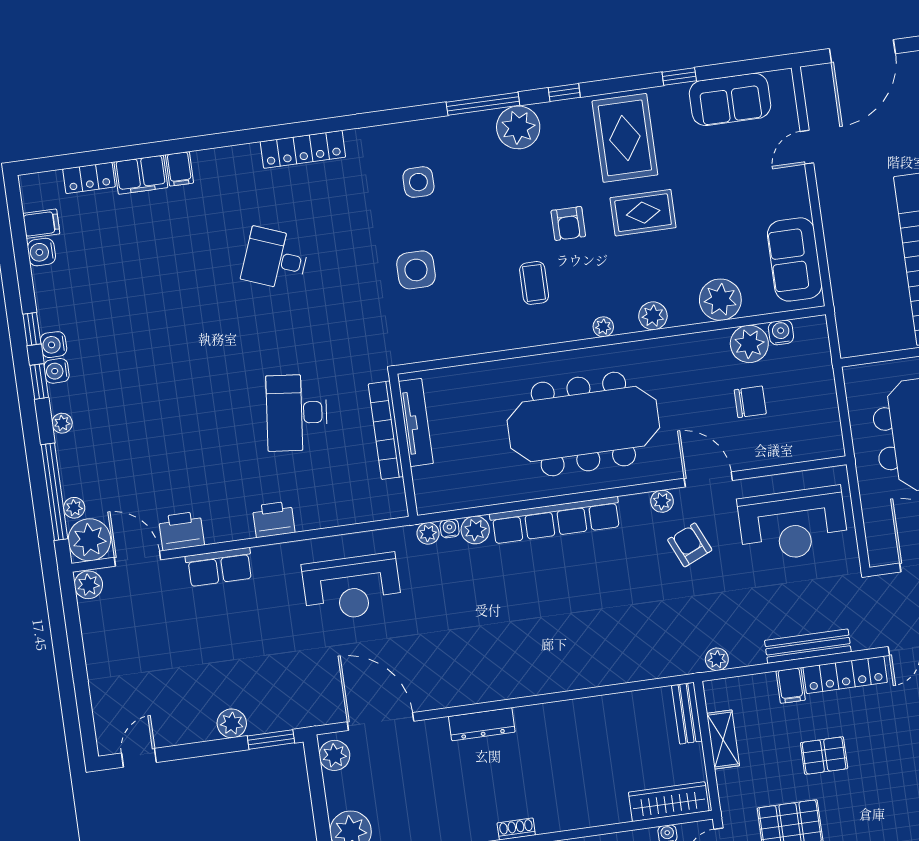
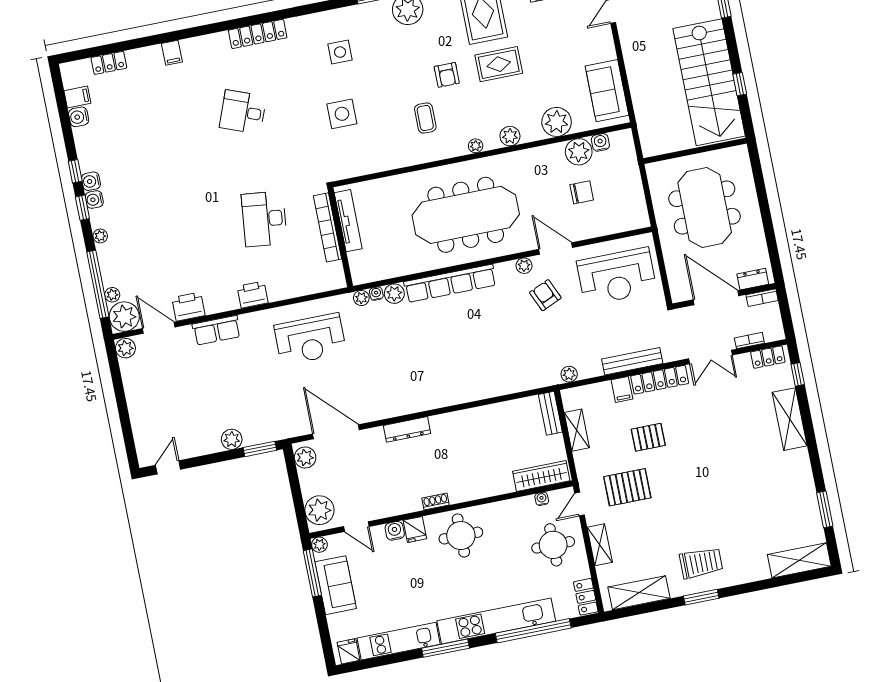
filing cabinet: (141, 175) -> (145, 59), removed

